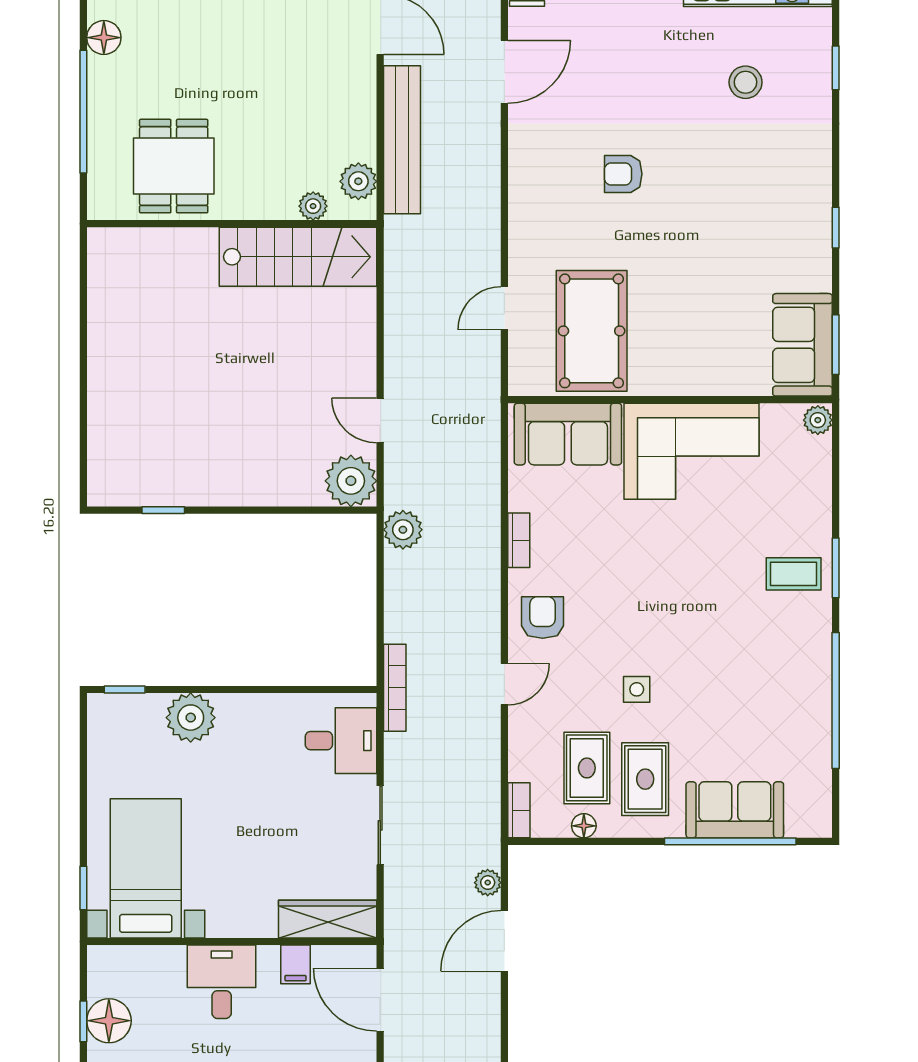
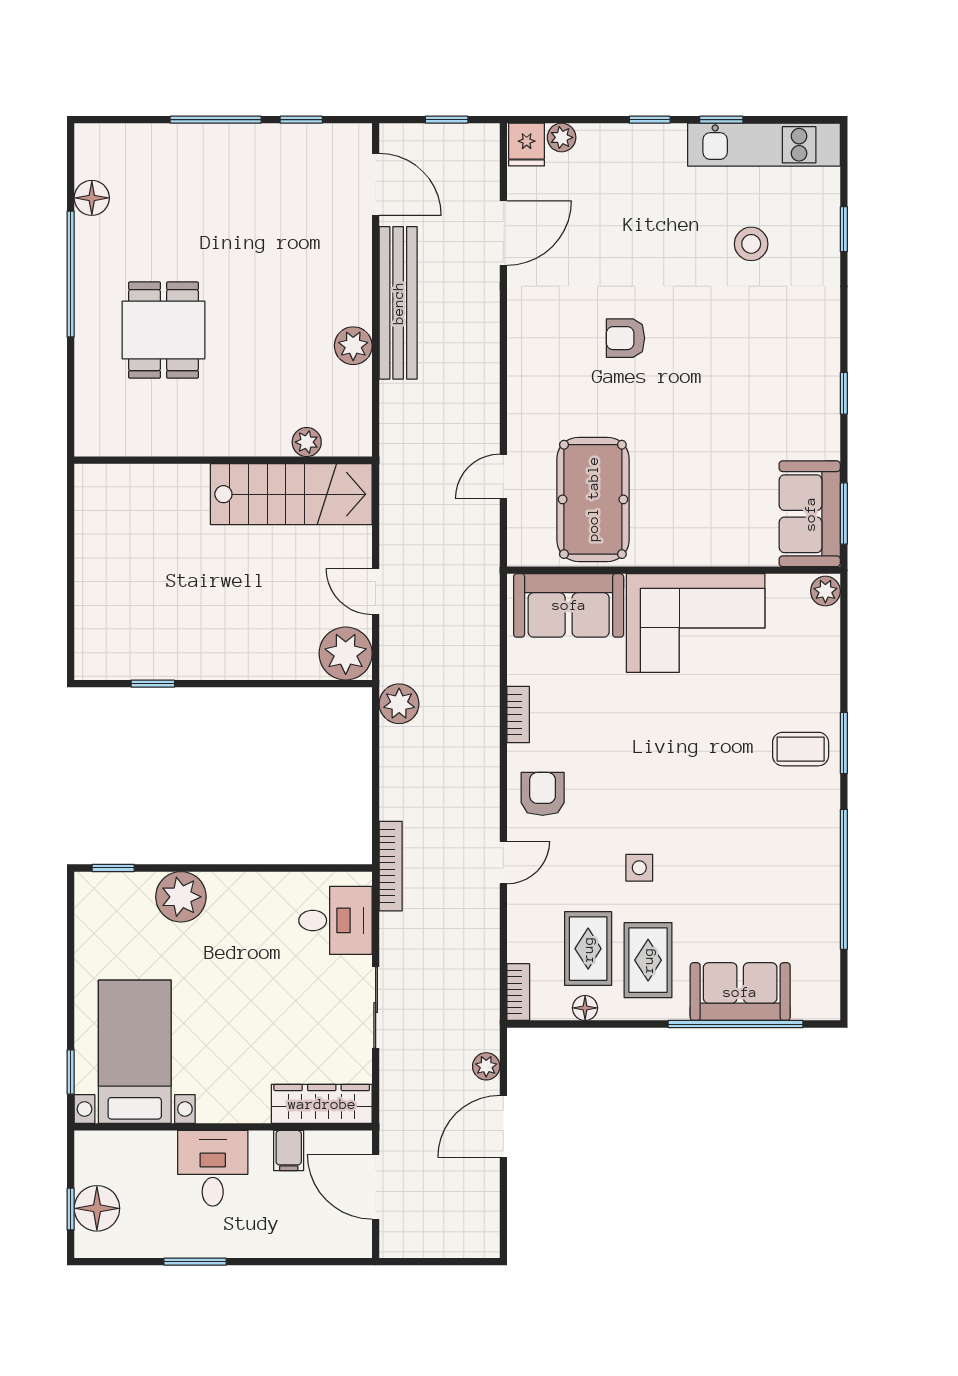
plant: (313, 206) -> (307, 442), moved
wall: (232, 224) -> (223, 460), moved
stairs: (298, 257) -> (291, 494), moved

